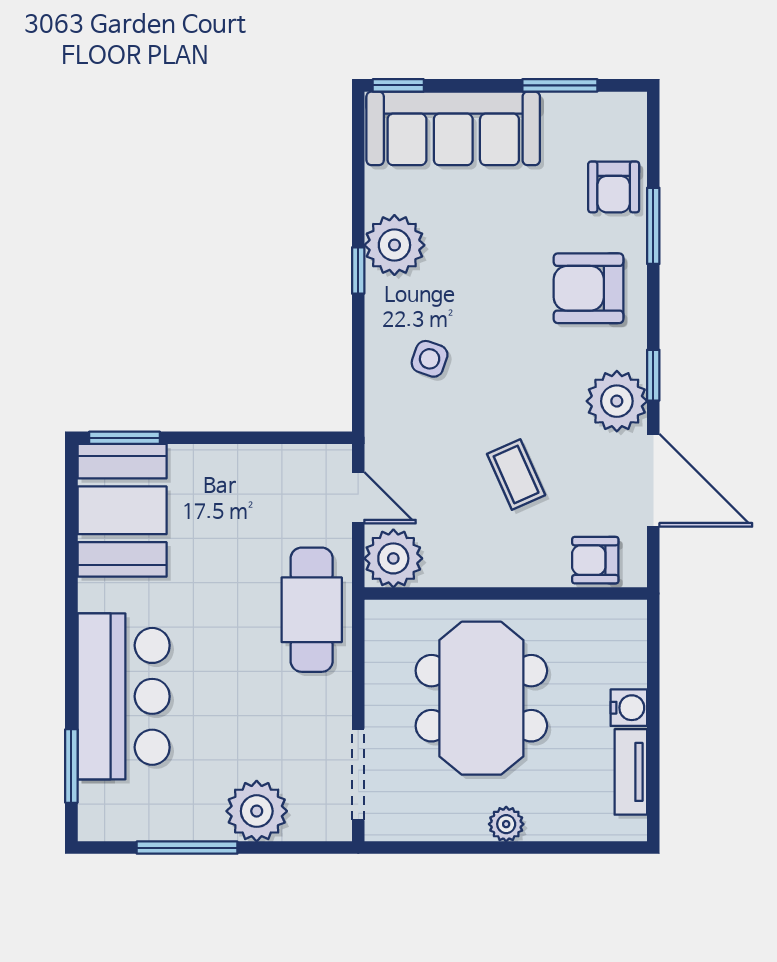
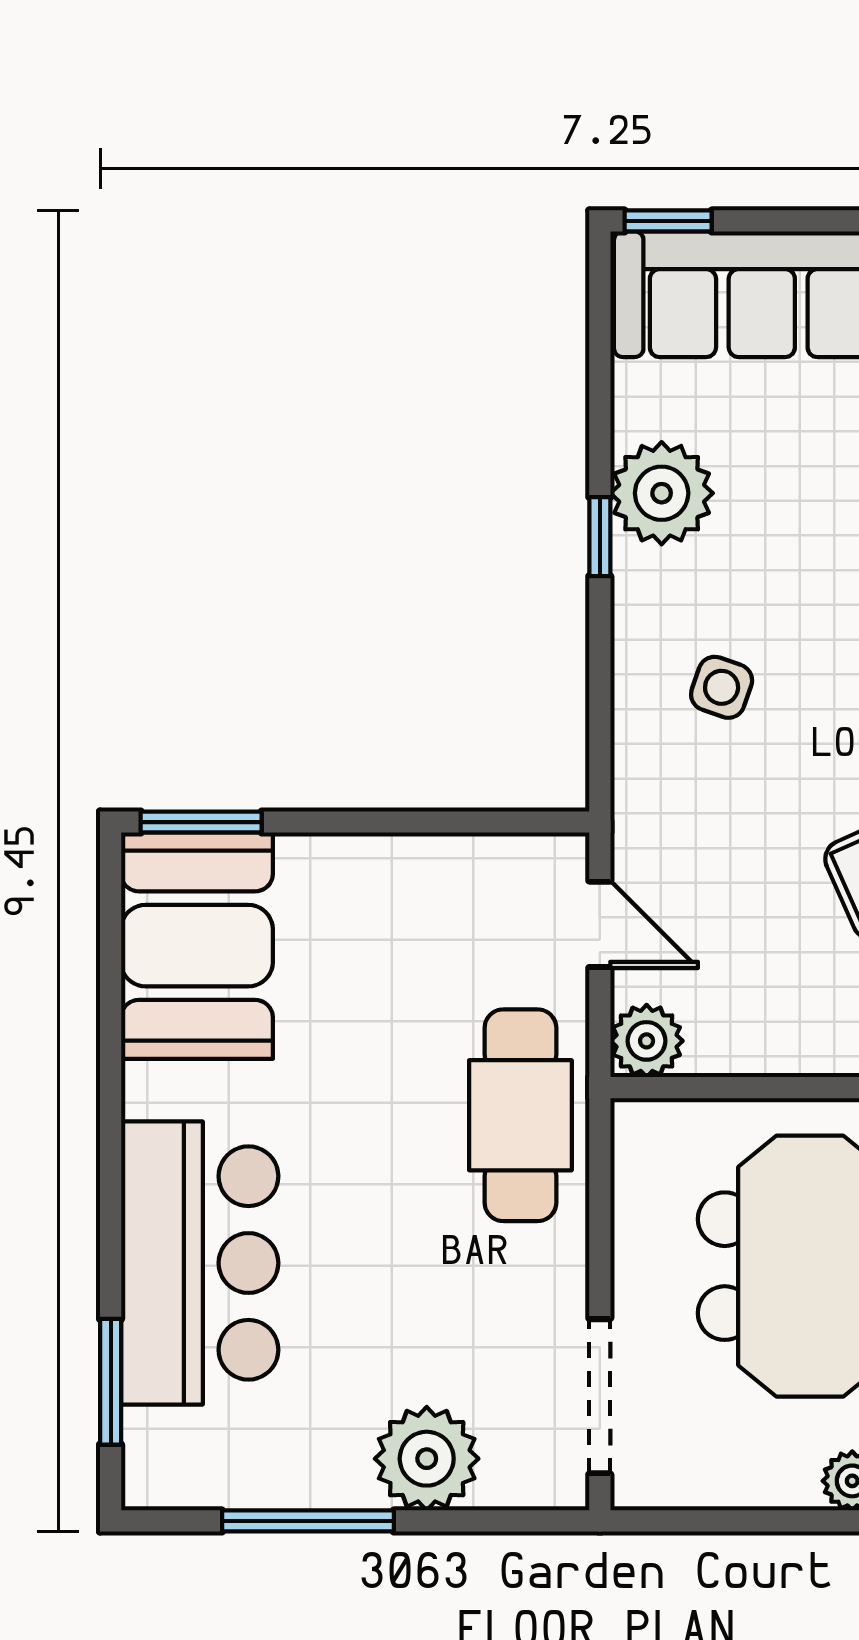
plant: (393, 558) -> (647, 1041), width x0.73, depth x0.73

